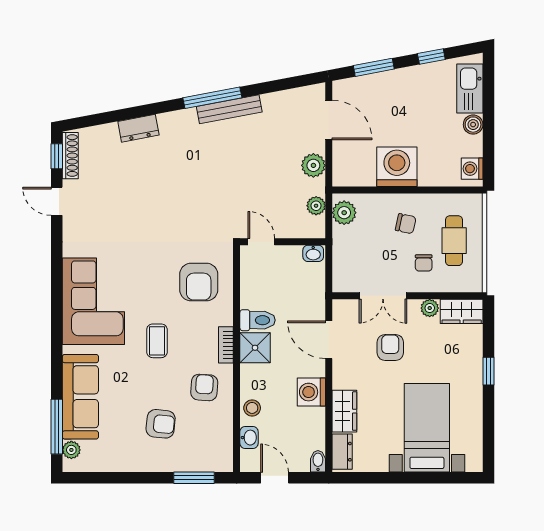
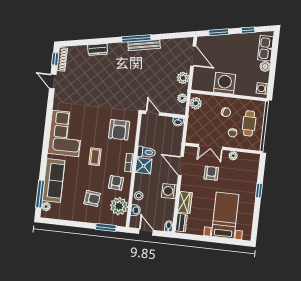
wardrobe: (462, 311) -> (249, 159), removed
plant: (215, 433) -> (119, 206), added

